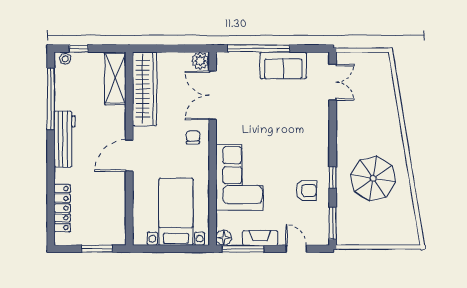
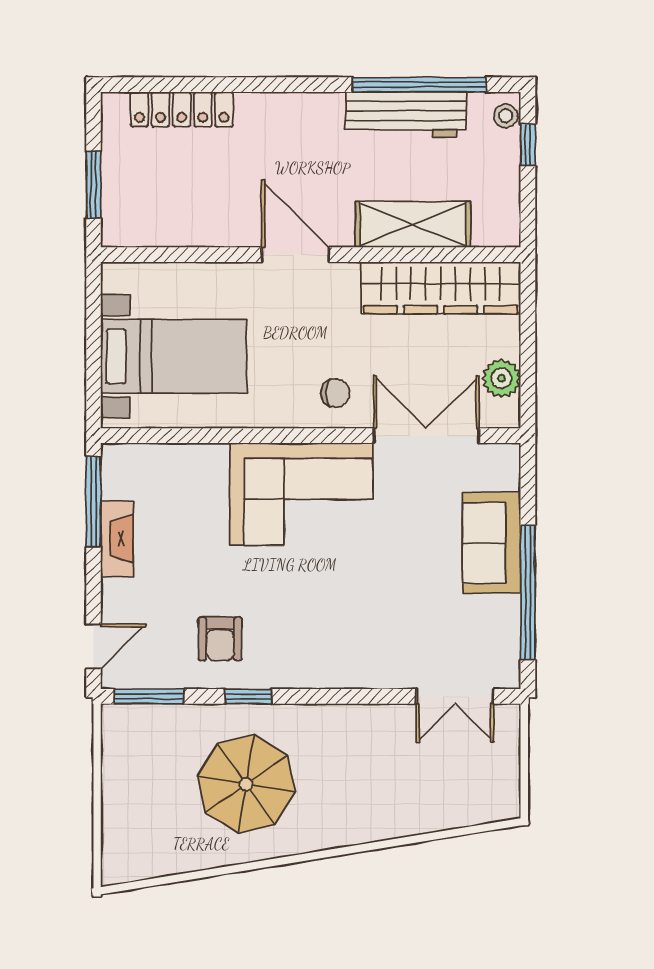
window: (259, 49) -> (528, 593), moved
plant: (200, 61) -> (501, 378), moved
sofa: (283, 65) -> (492, 543), moved
shelving: (115, 78) -> (413, 224), moved
workbench: (65, 139) -> (406, 114), moved
corner sofa: (239, 177) -> (301, 494), moved
floor lamp: (224, 238) -> (118, 460), removed
door: (296, 249) -> (94, 646), moved

